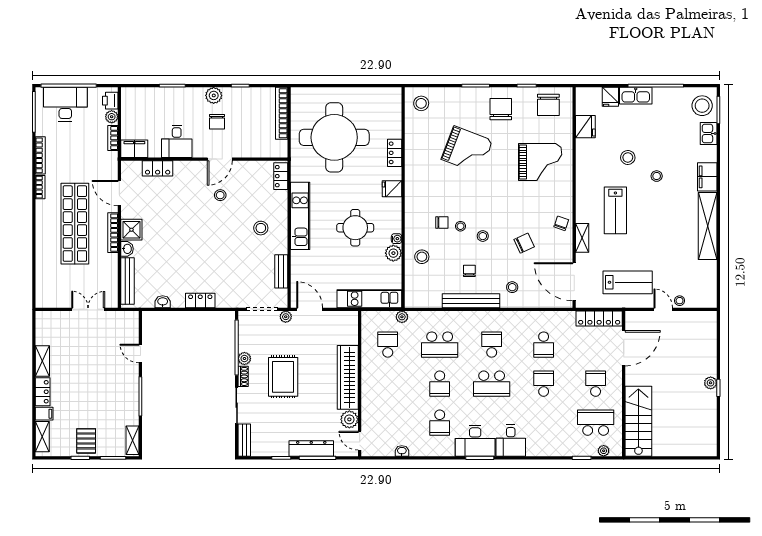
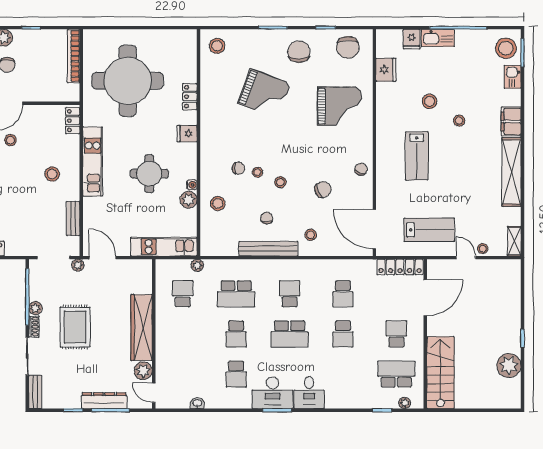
shelving: (582, 238) -> (514, 241), moved
plant: (711, 383) -> (509, 365), moved, width x1.87, depth x1.87
school desk: (544, 384) -> (343, 334), turned 180

